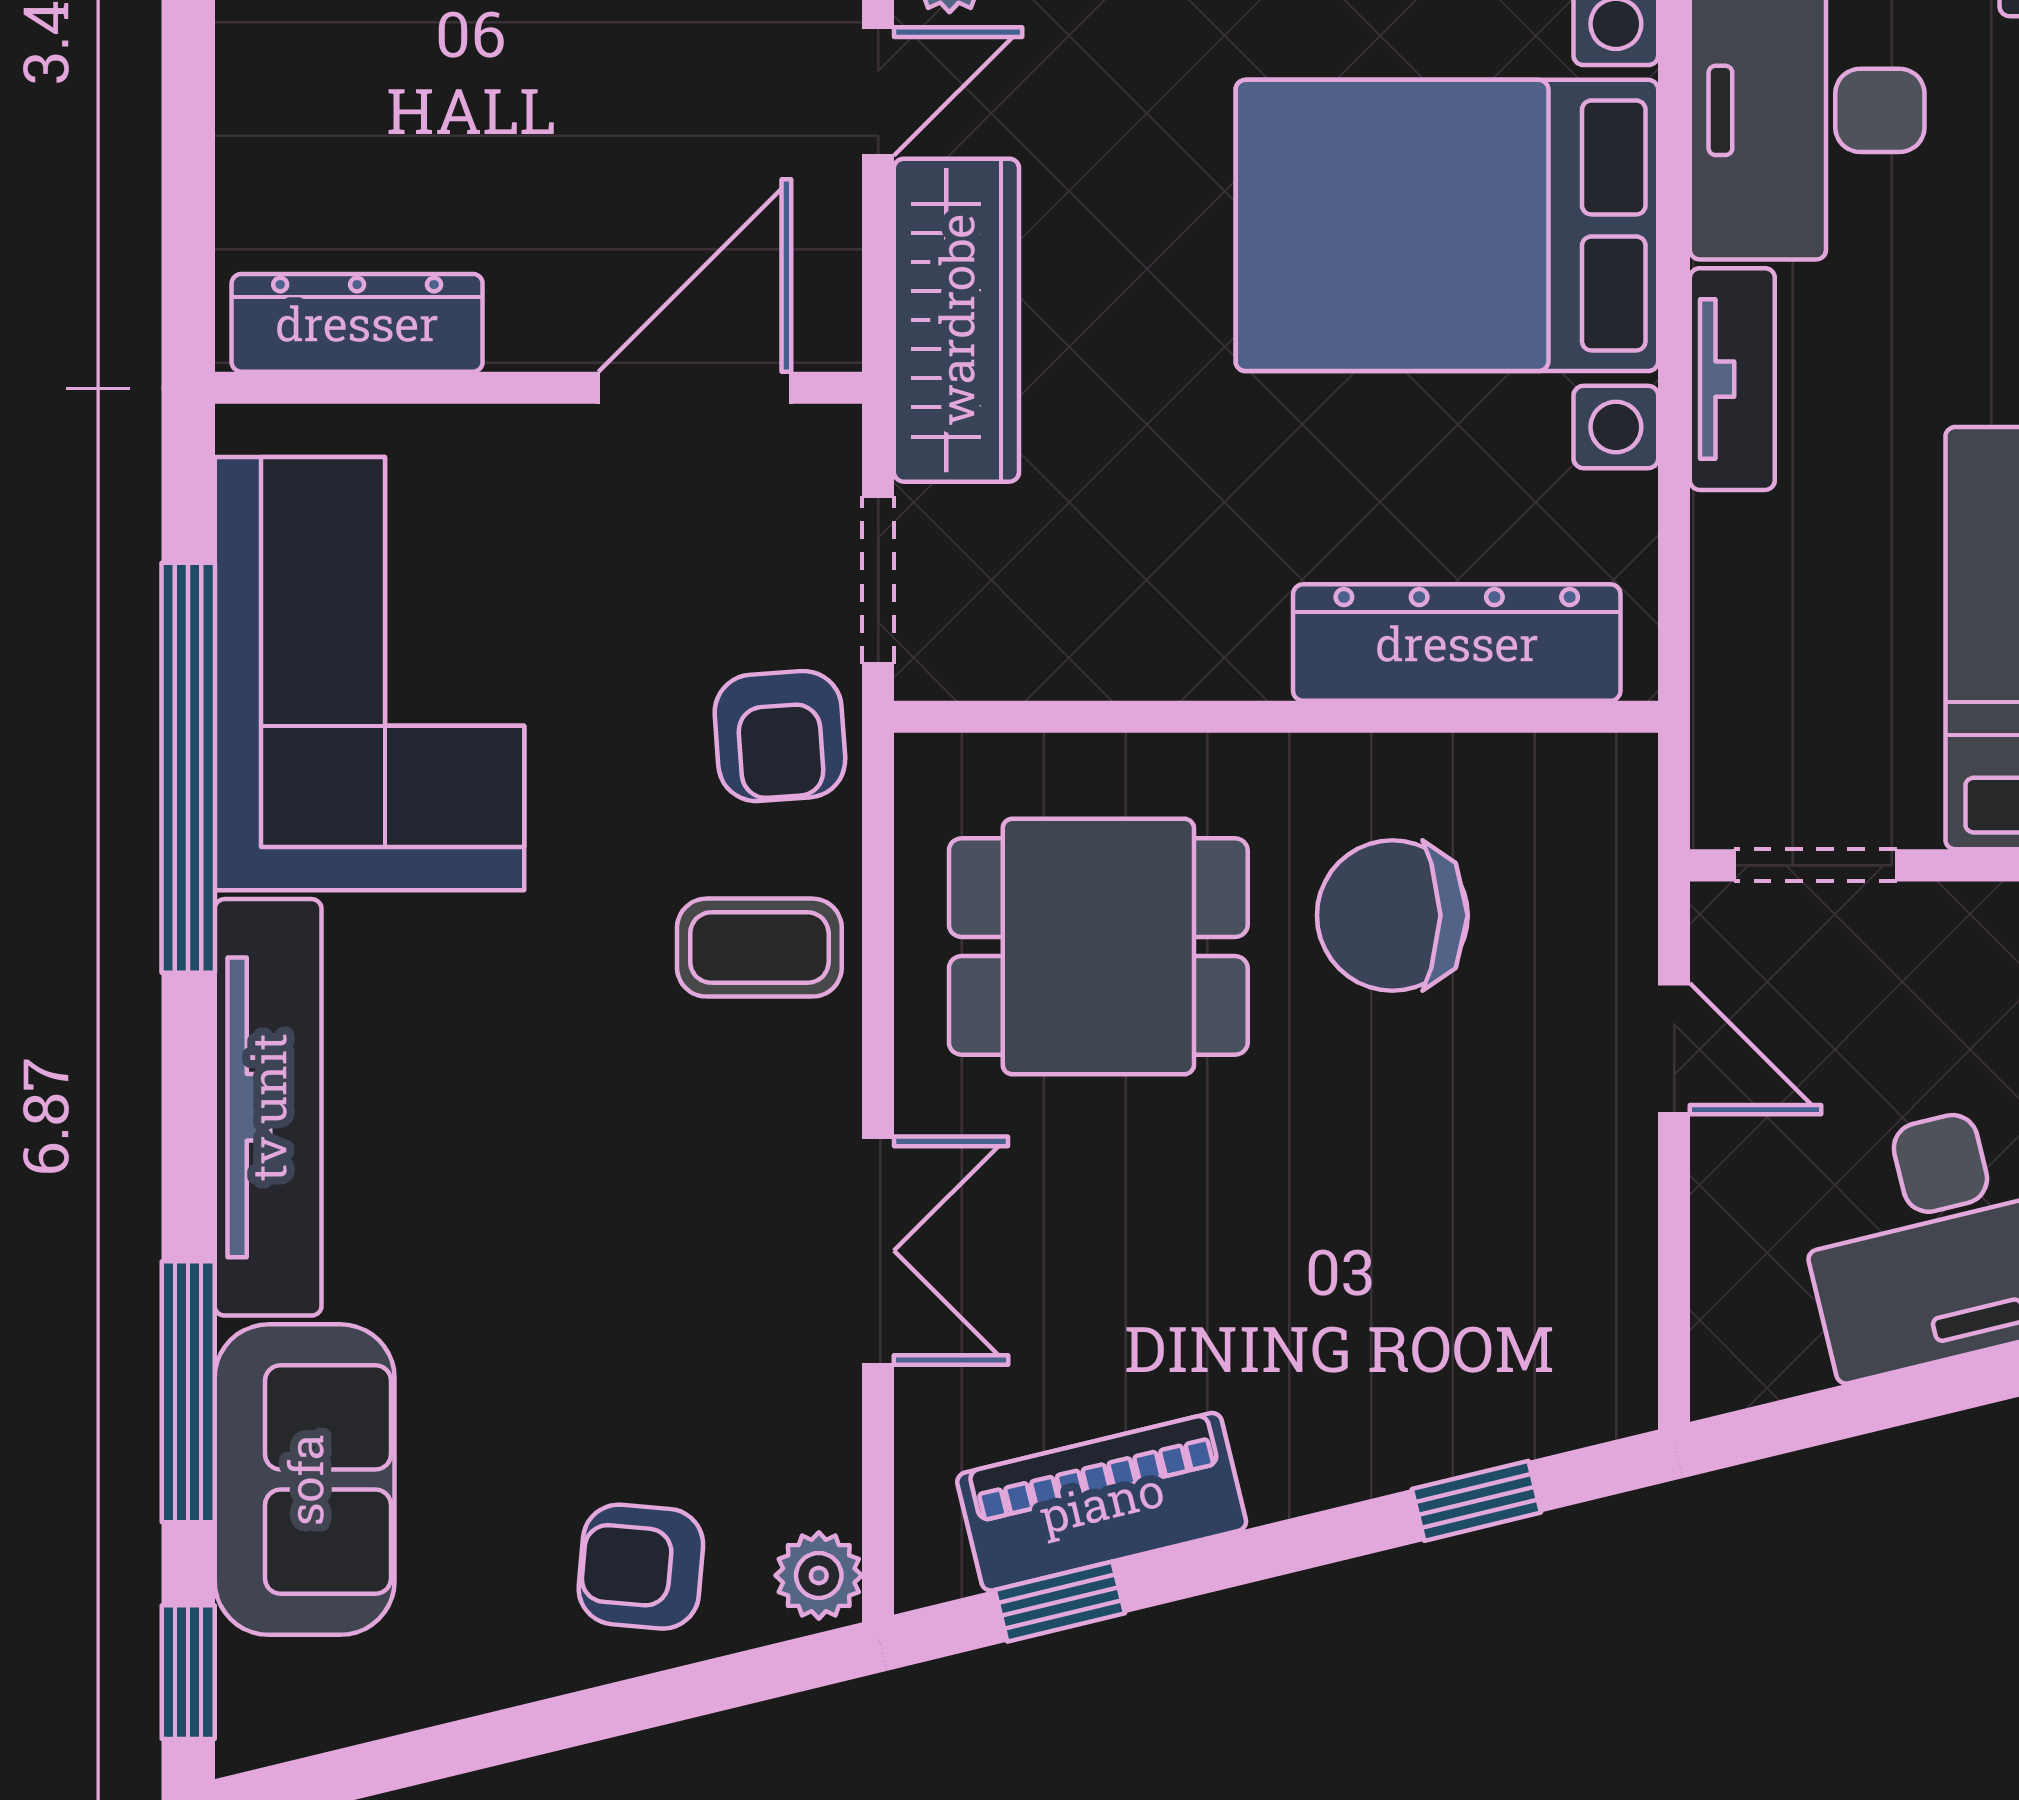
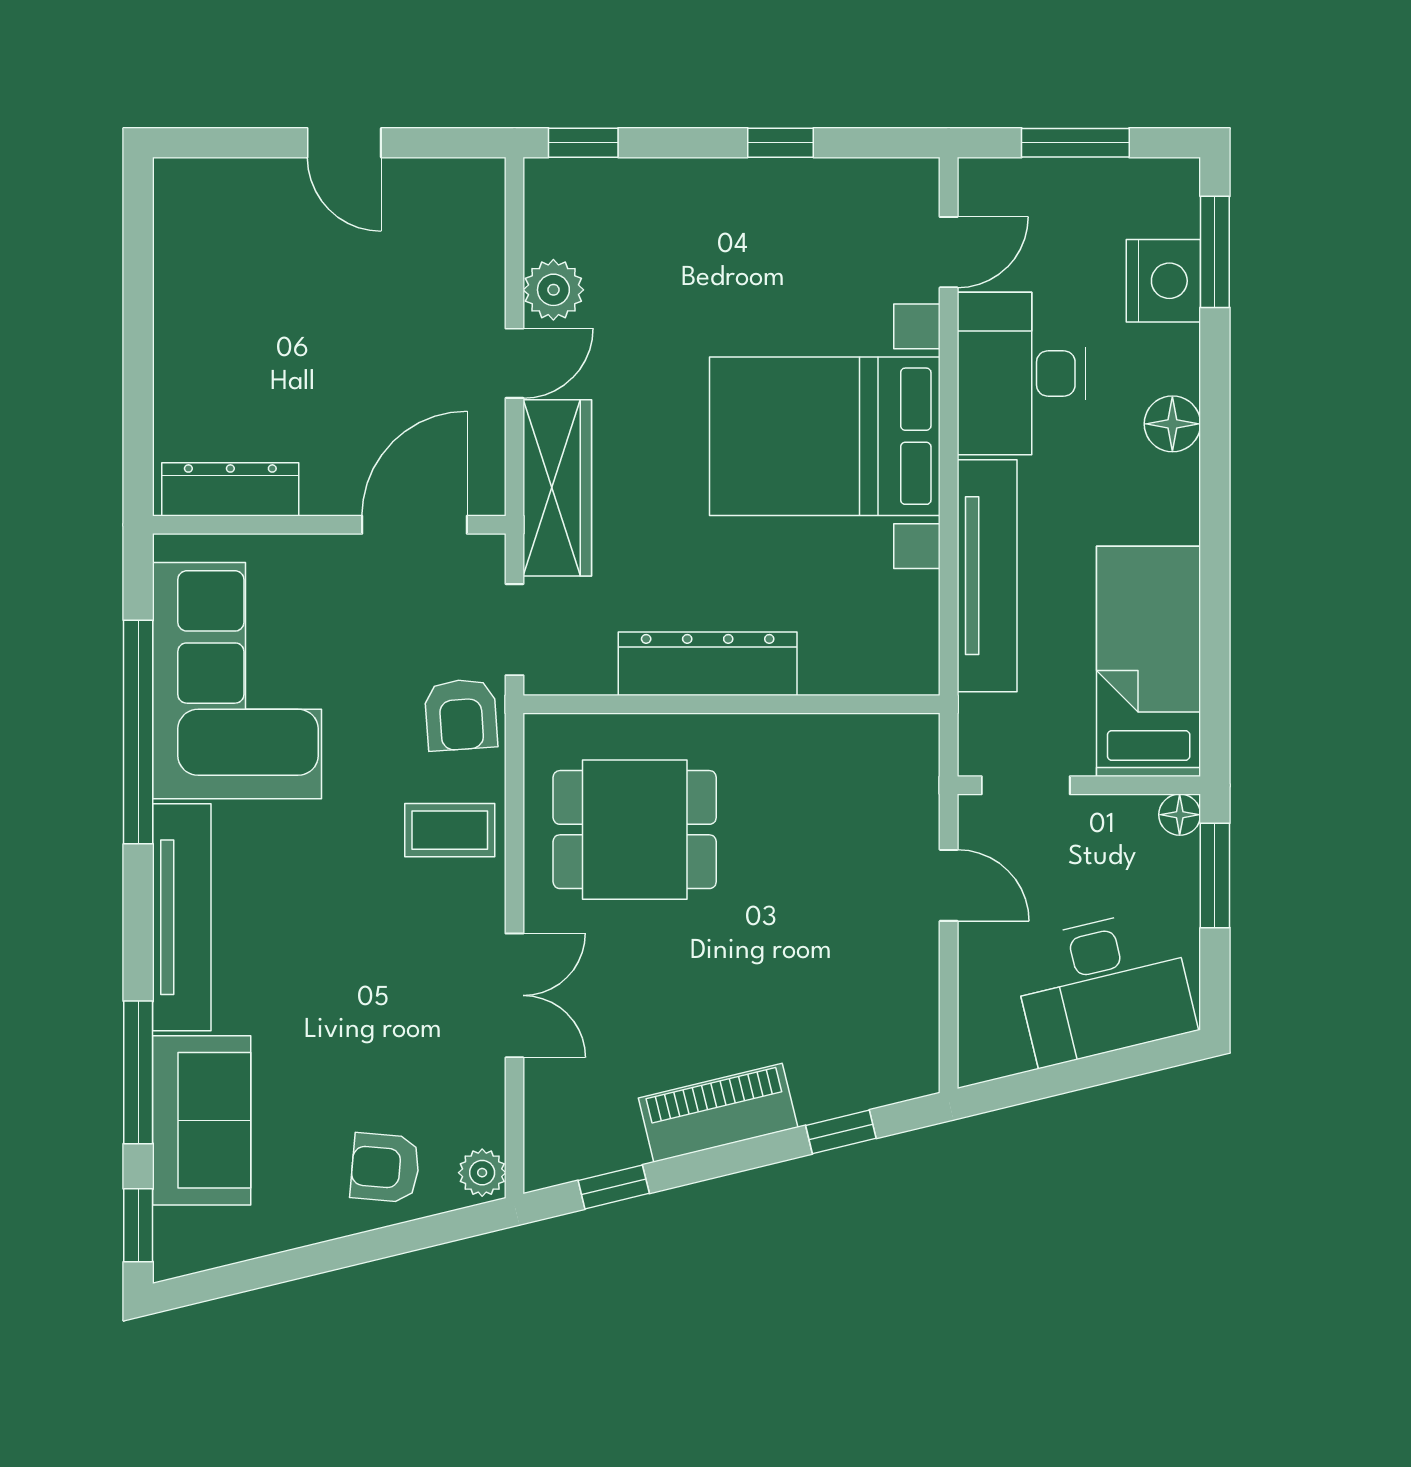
tv unit: (1732, 379) -> (987, 576), width x1.92, depth x1.29
dresser: (1457, 643) -> (708, 664), moved
chair: (1392, 915) -> (795, 813), removed
piano: (1102, 1502) -> (718, 1113), moved

